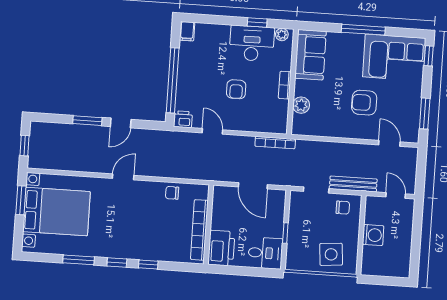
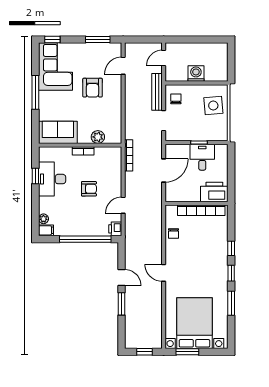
plant: (282, 35) -> (43, 219), moved
desk: (265, 253) -> (202, 157), moved

